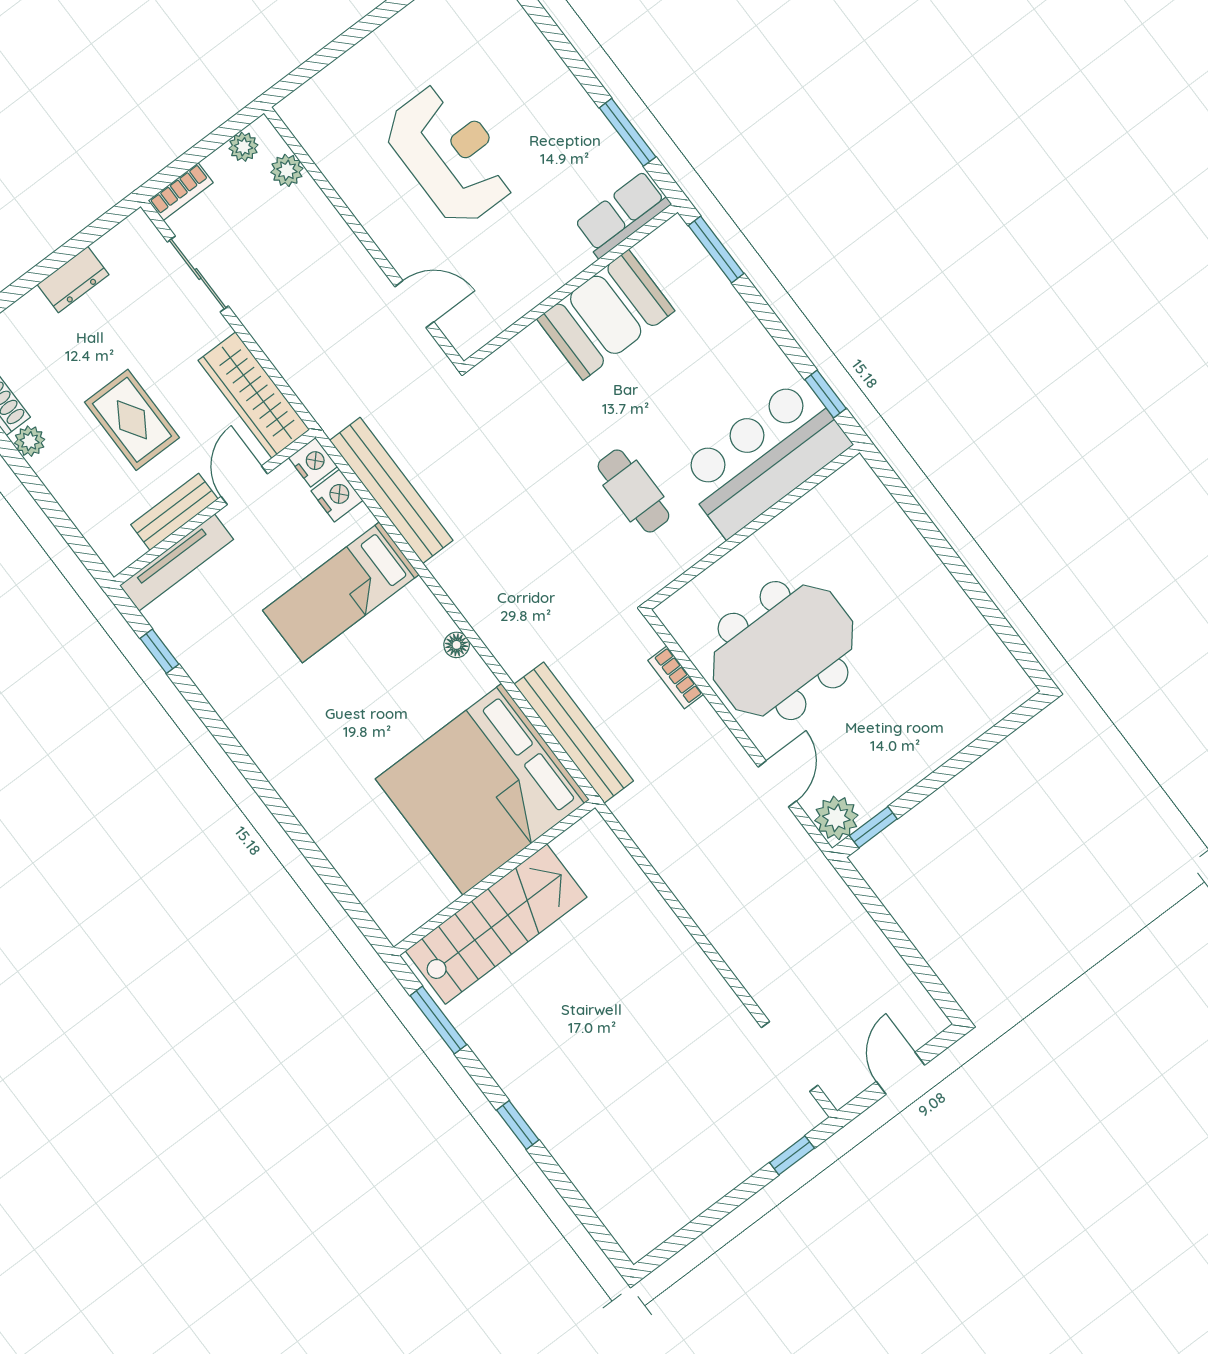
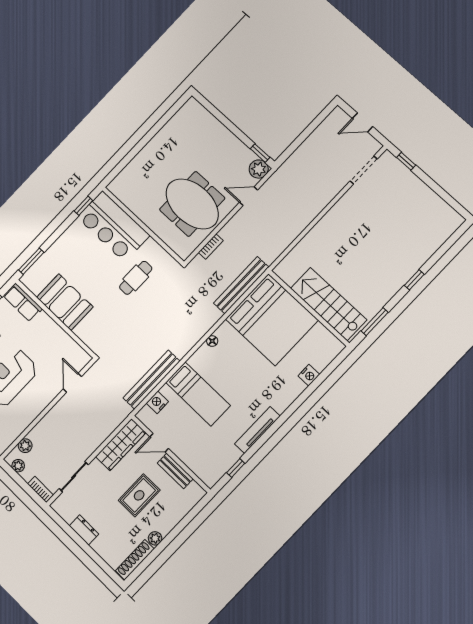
nightstand: (313, 462) -> (309, 375), moved, turned 180
tv unit: (177, 562) -> (257, 430), moved, turned -90

